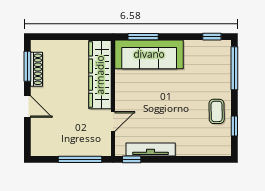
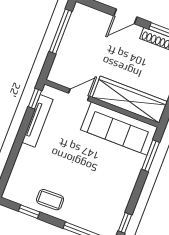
sofa: (149, 54) -> (119, 128), moved, turned -90
door: (113, 121) -> (79, 95), swing flipped
window: (80, 159) -> (61, 31), moved

